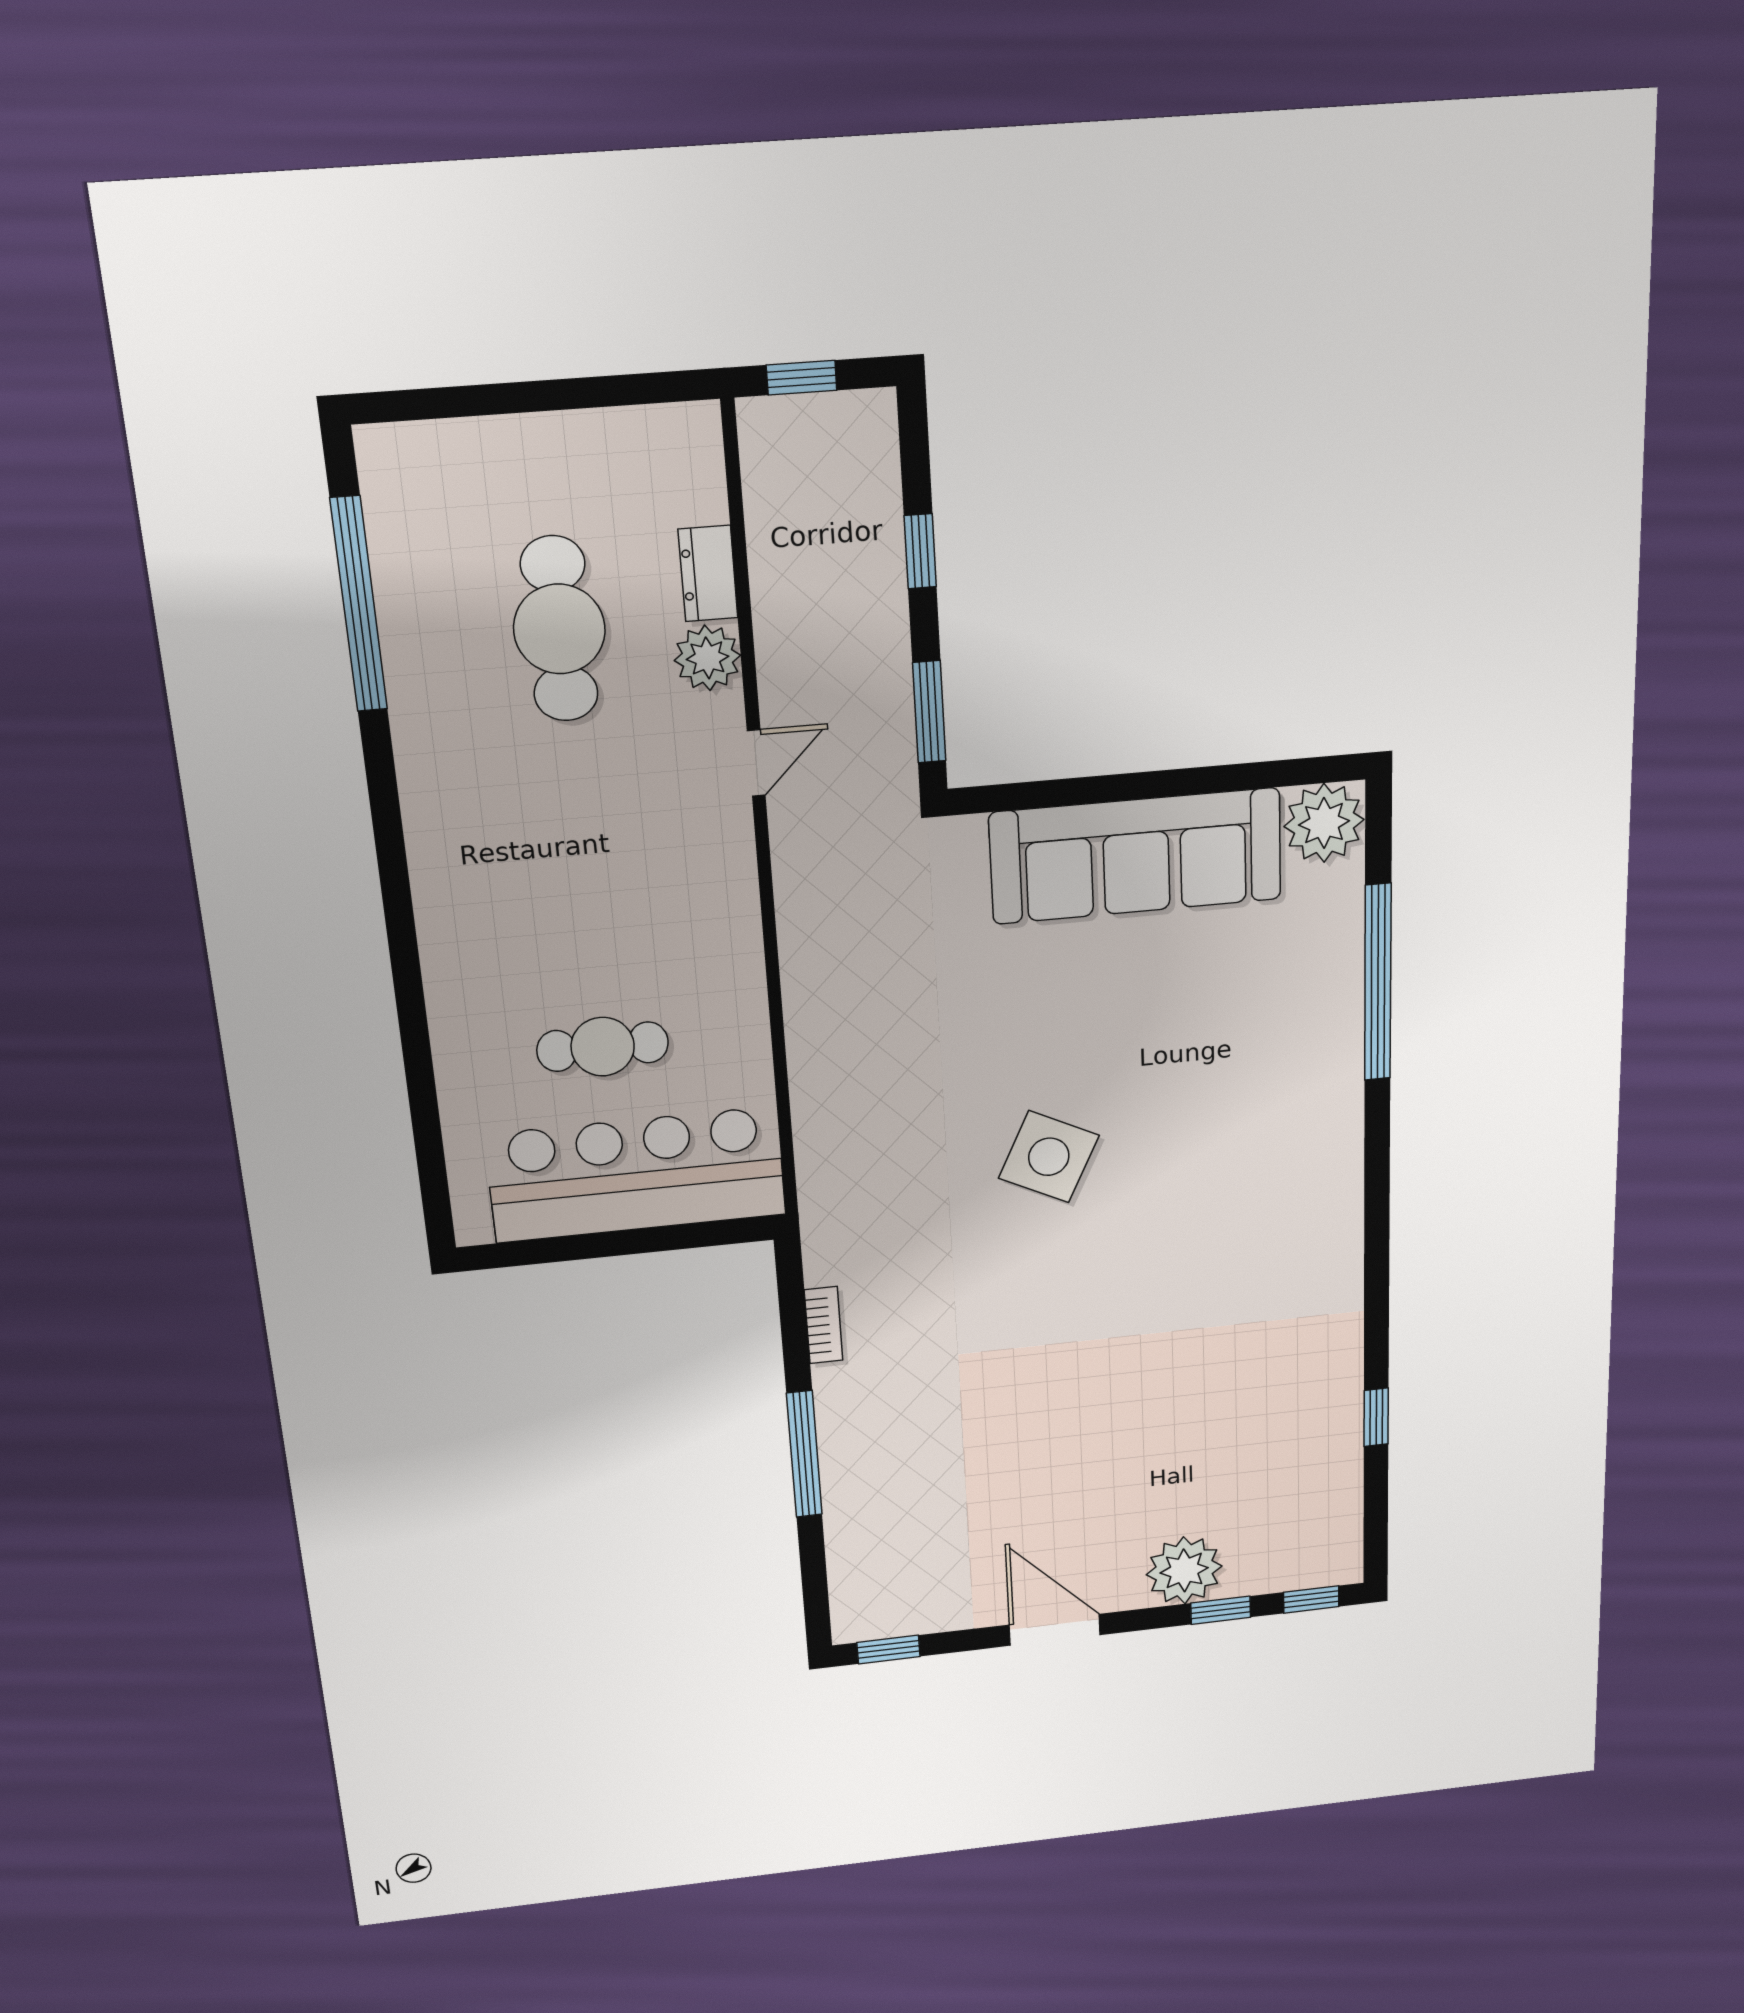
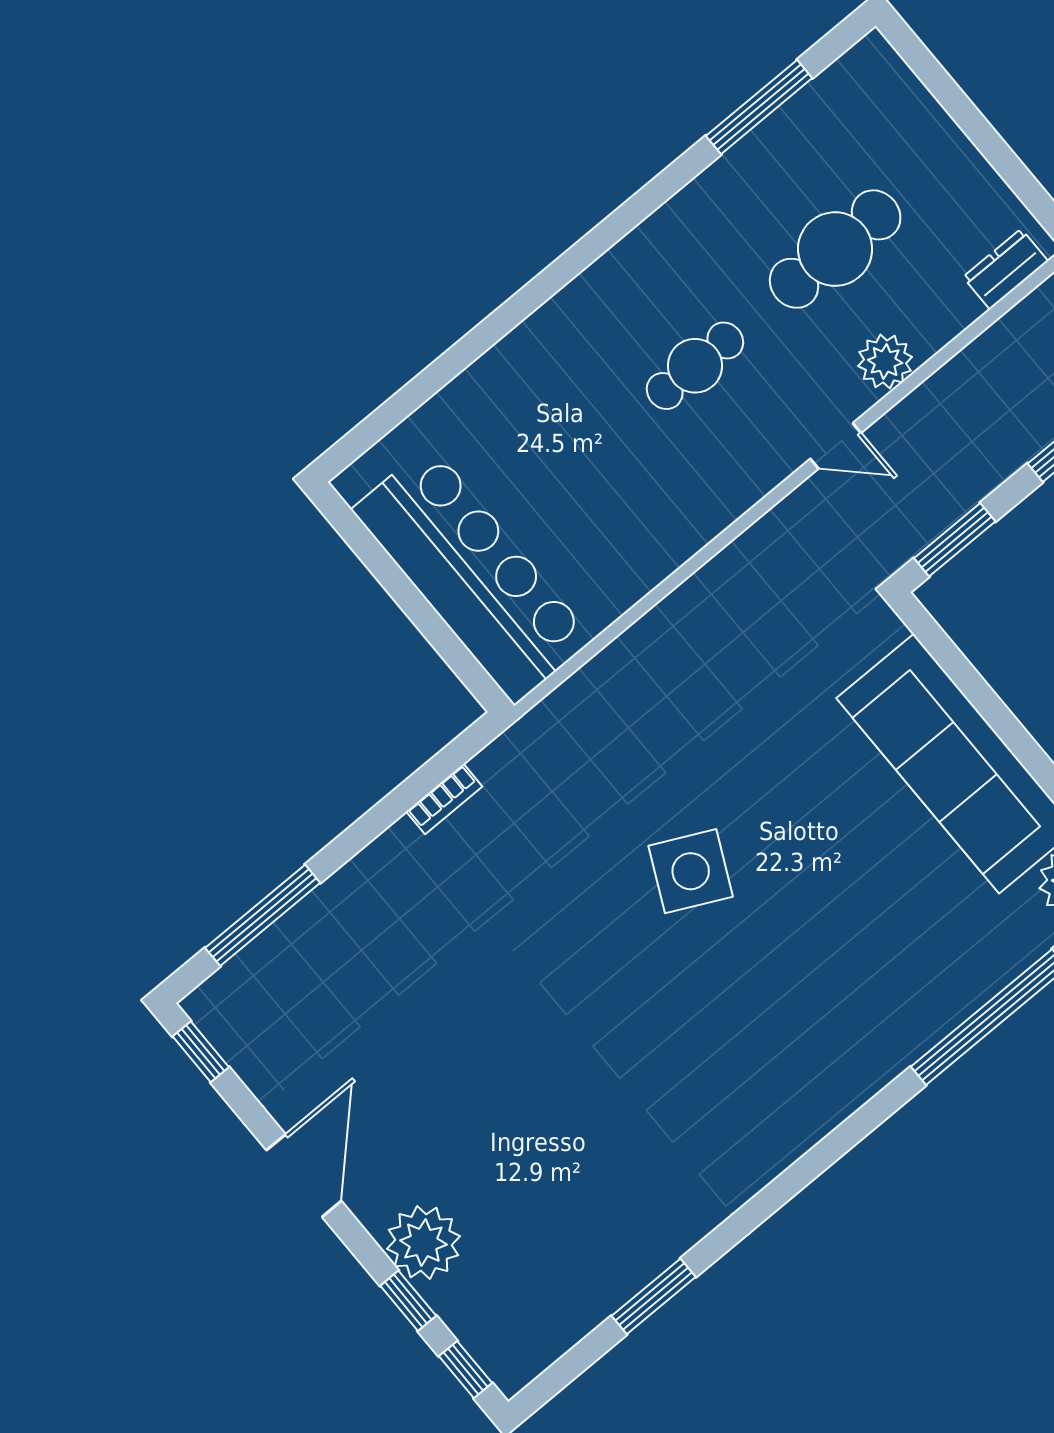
dresser: (708, 574) -> (1006, 269), moved
window: (359, 605) -> (759, 107), width x0.68
cafe table: (603, 1047) -> (695, 366), moved, turned 90
window: (1376, 1417) -> (654, 1296), width x1.50
window: (804, 1454) -> (263, 915), moved

